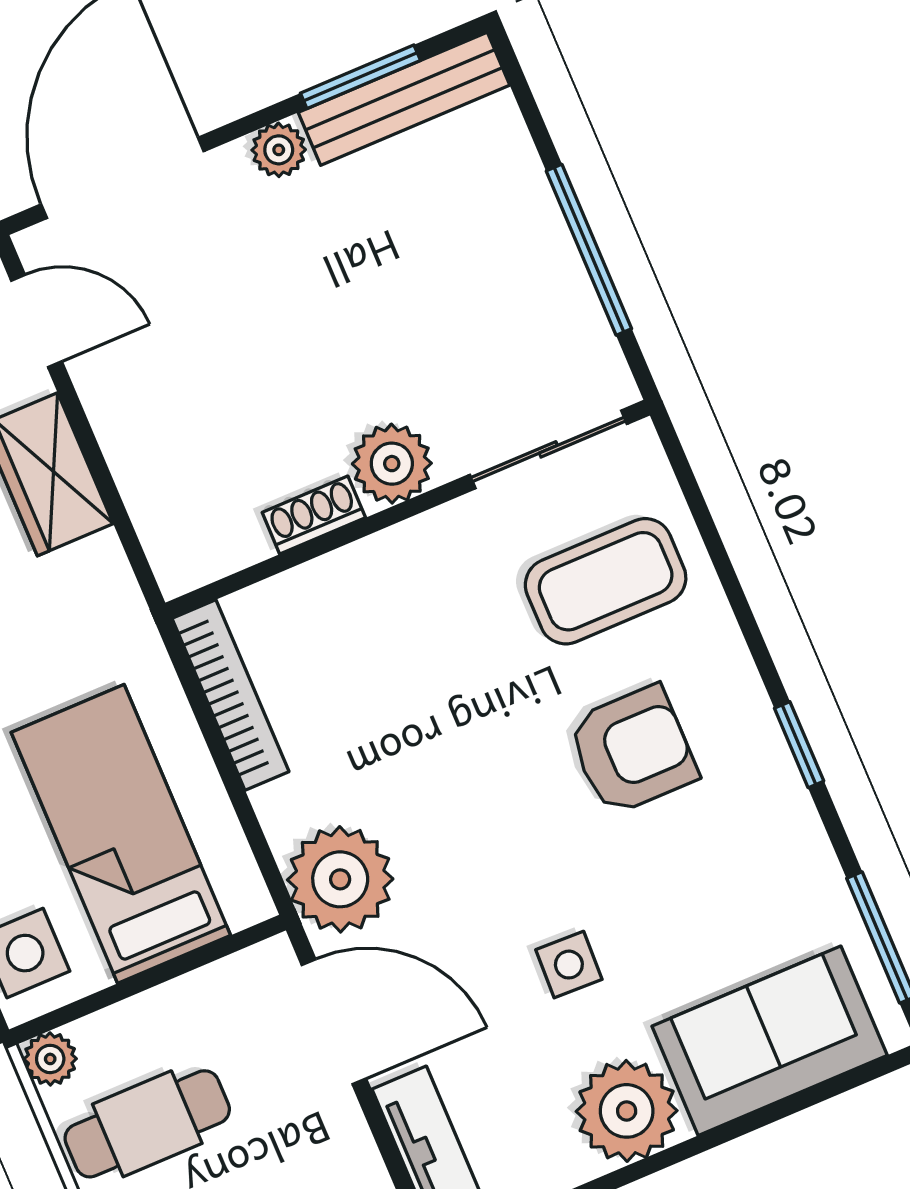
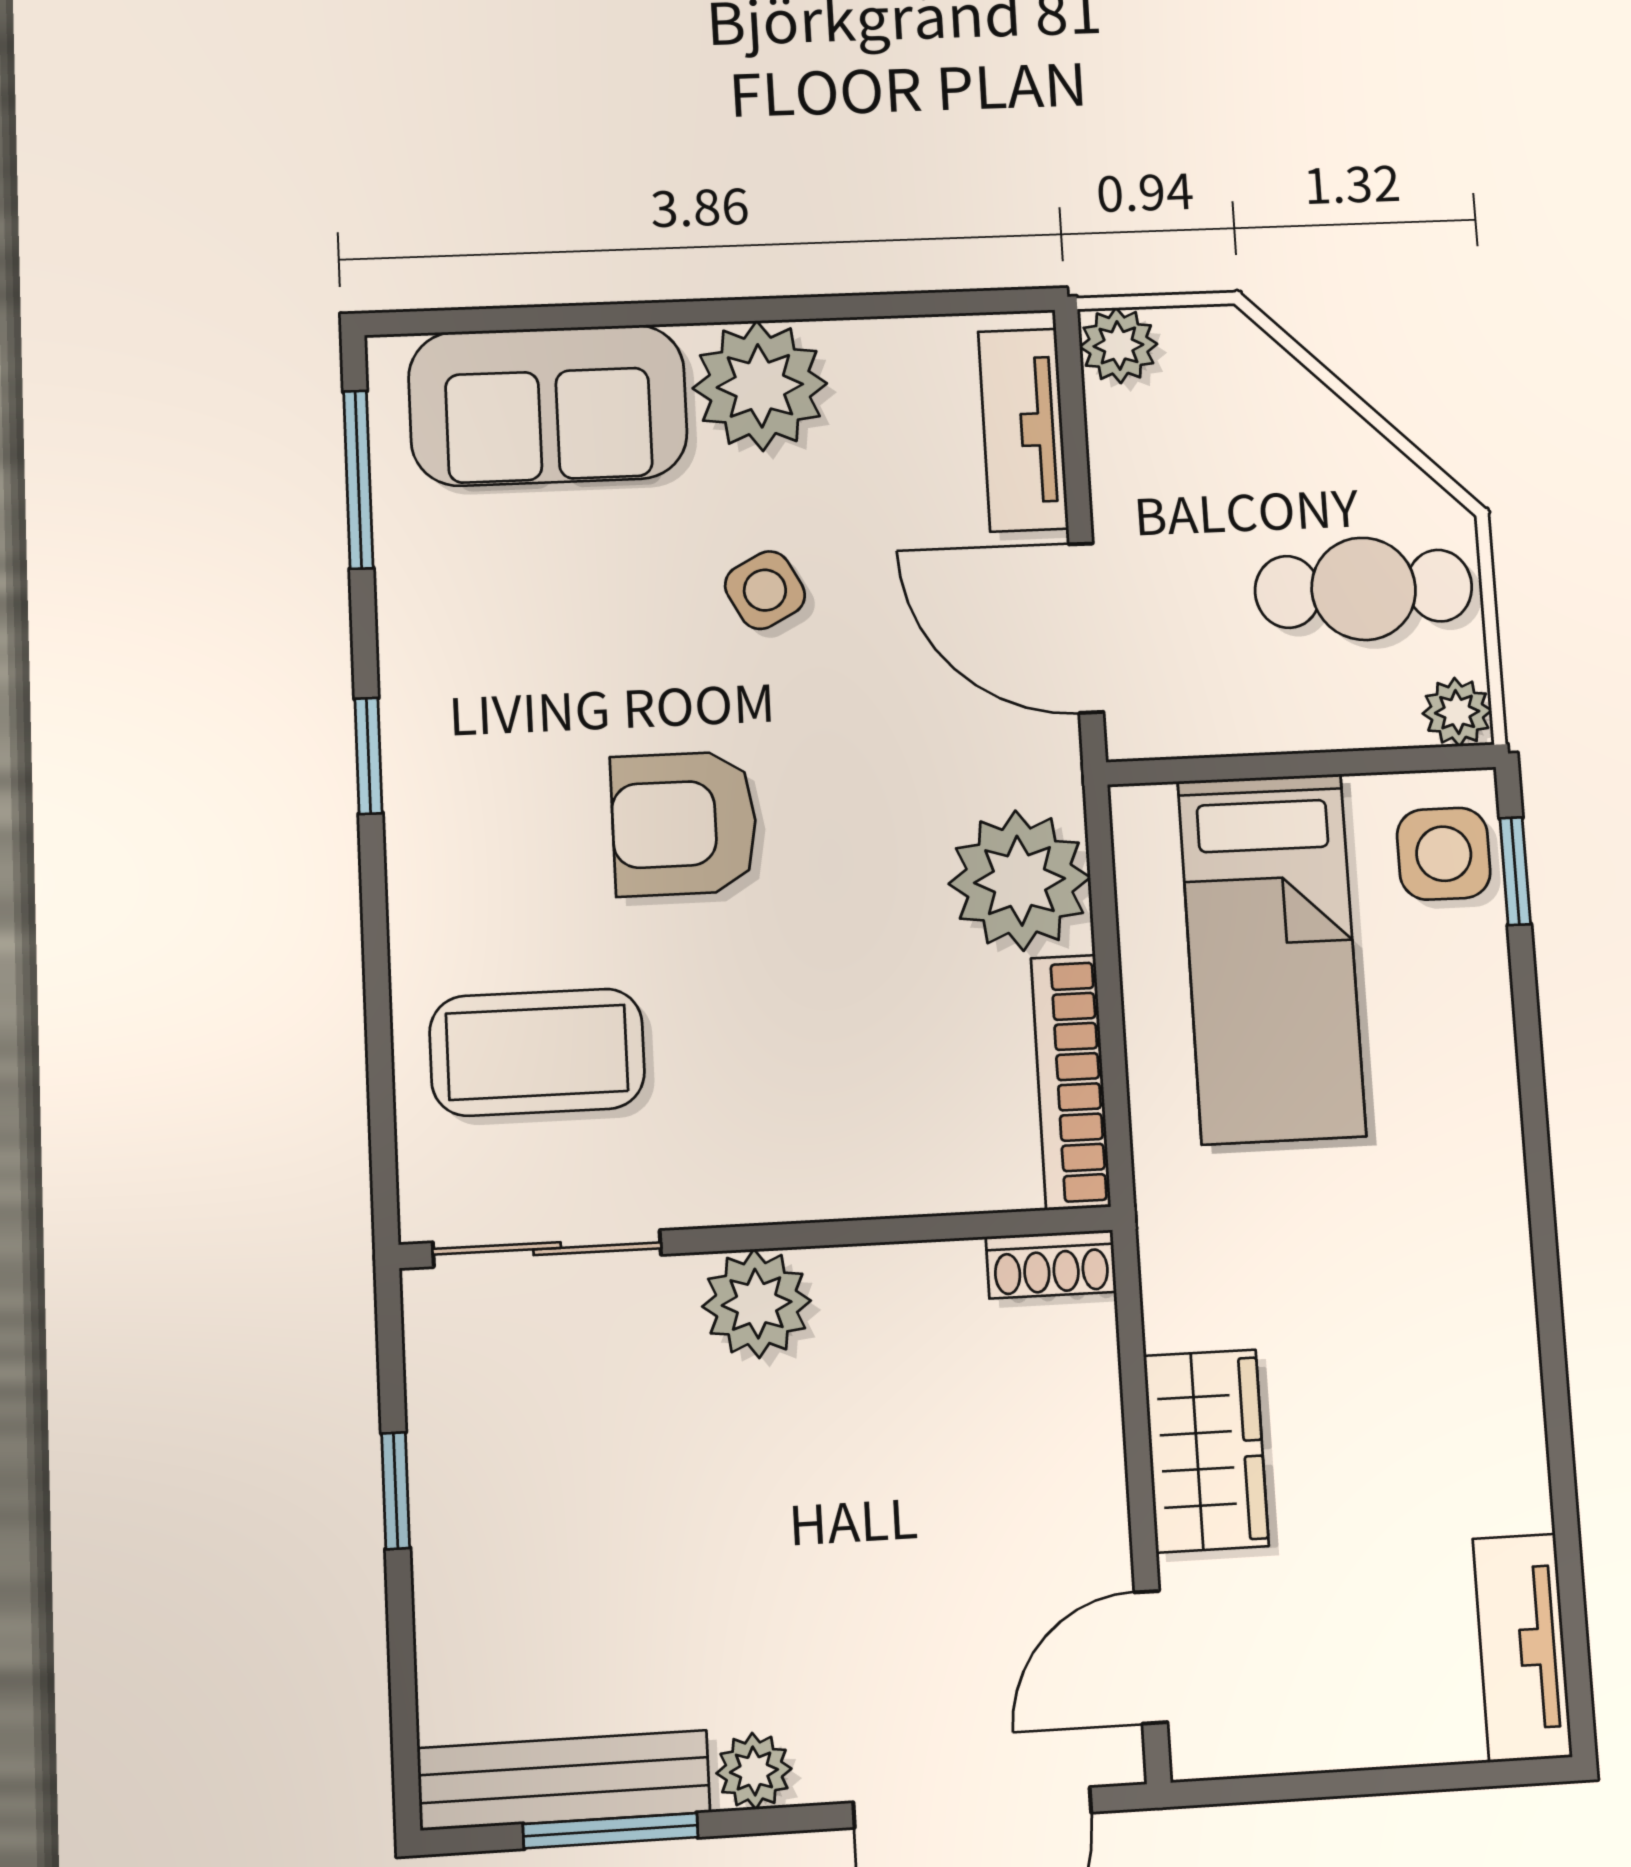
window: (589, 250) -> (396, 1491), width x0.46
door: (36, 321) -> (1151, 1657), hinge flipped
shoe rack: (314, 515) -> (1051, 1264), moved
armchair: (632, 750) -> (684, 824), moved
plant: (340, 879) -> (1019, 881), moved
side table: (569, 965) -> (765, 590), turned -30

